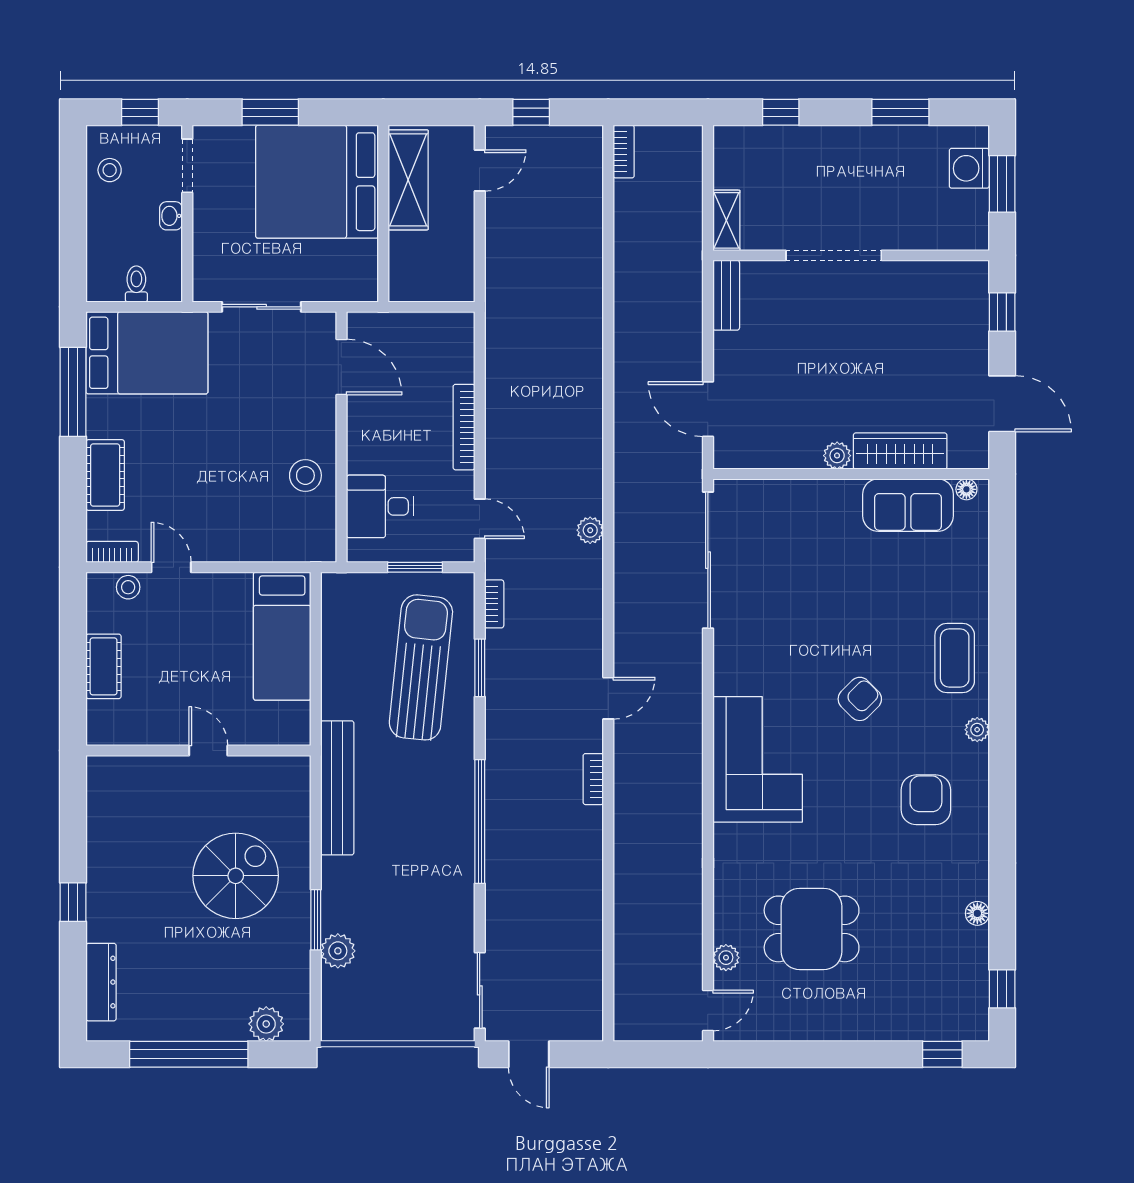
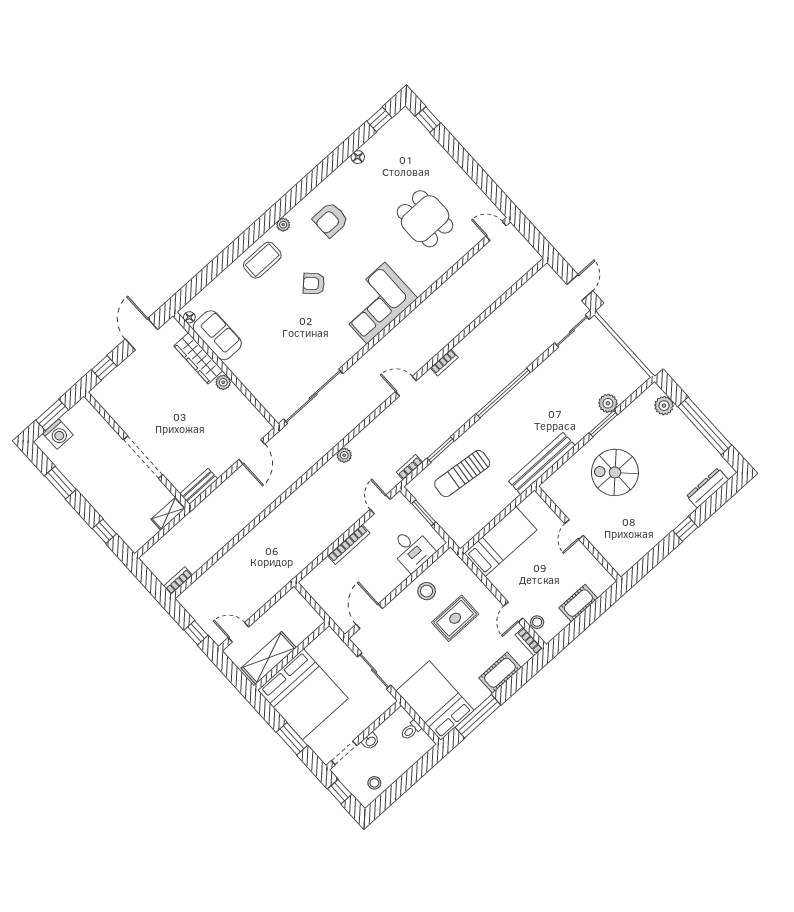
rug: (234, 481) -> (455, 618), added
sun lounger: (421, 667) -> (462, 474), width x0.73, depth x0.75
plant: (726, 958) -> (468, 243), removed

